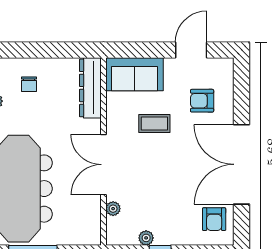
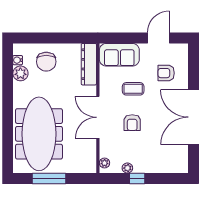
chair: (29, 84) -> (46, 62), width x1.87, depth x1.87
plant: (113, 209) -> (105, 163), moved
armchair: (214, 219) -> (132, 123), moved

